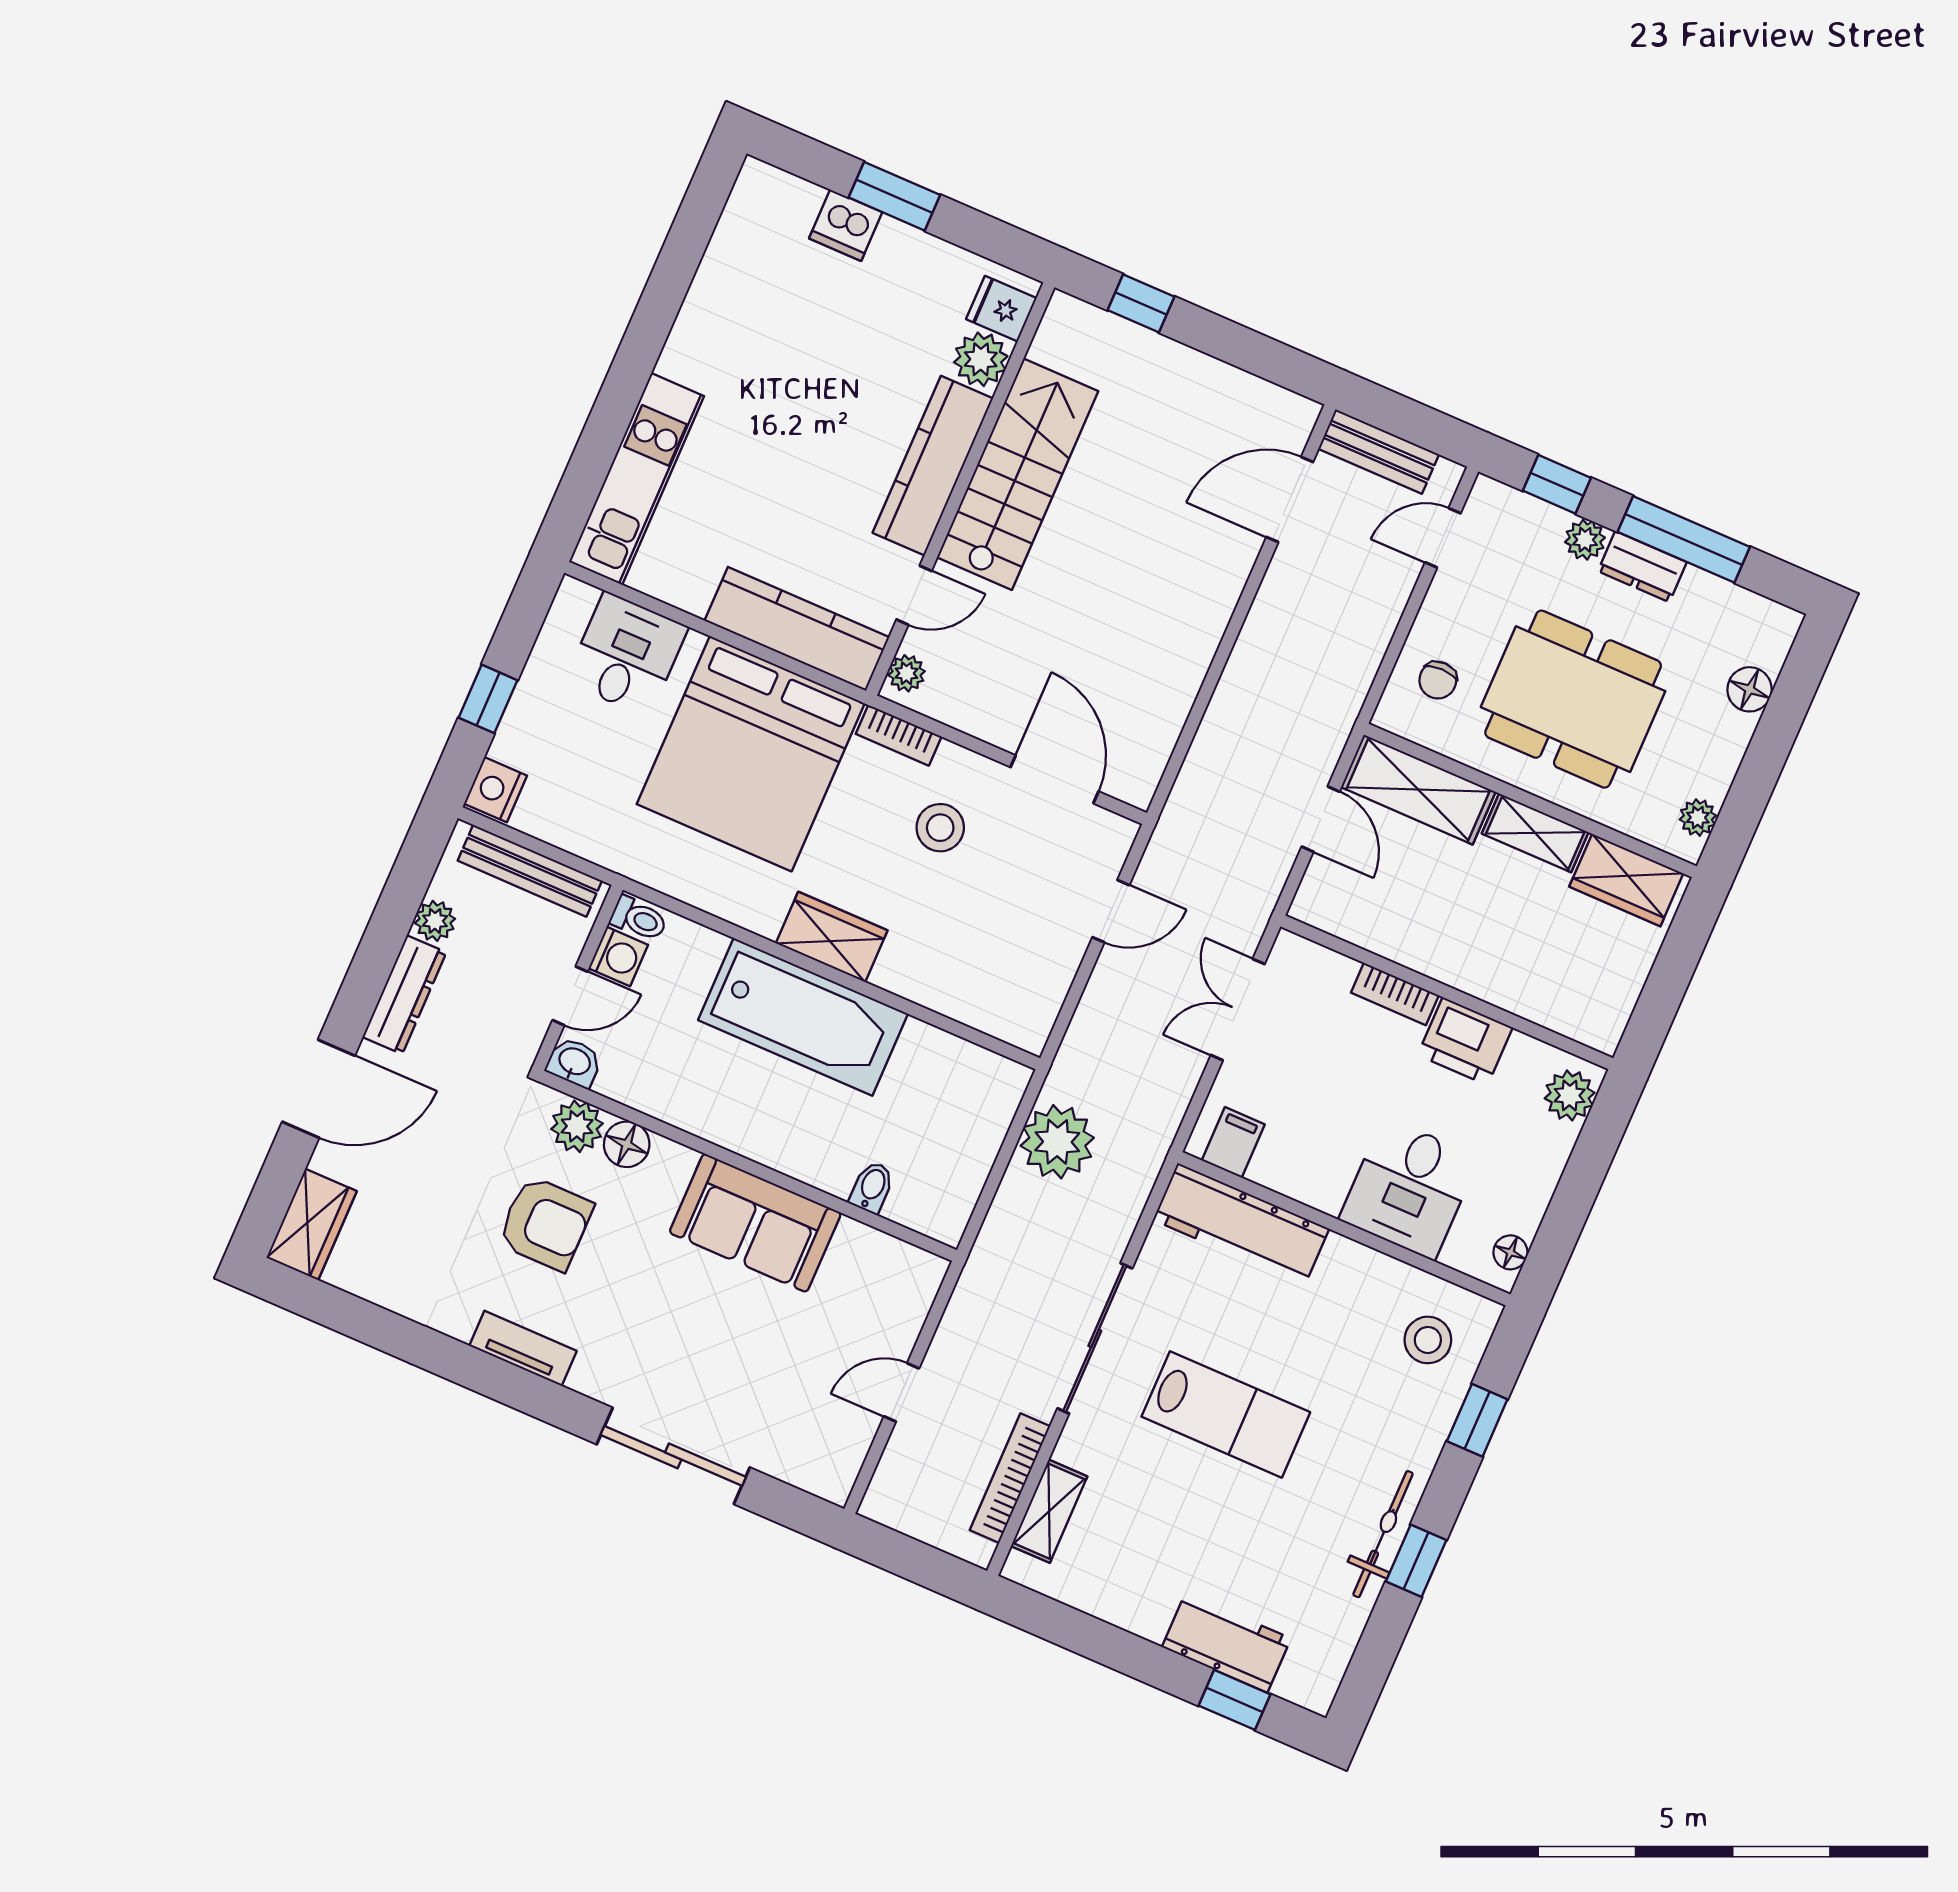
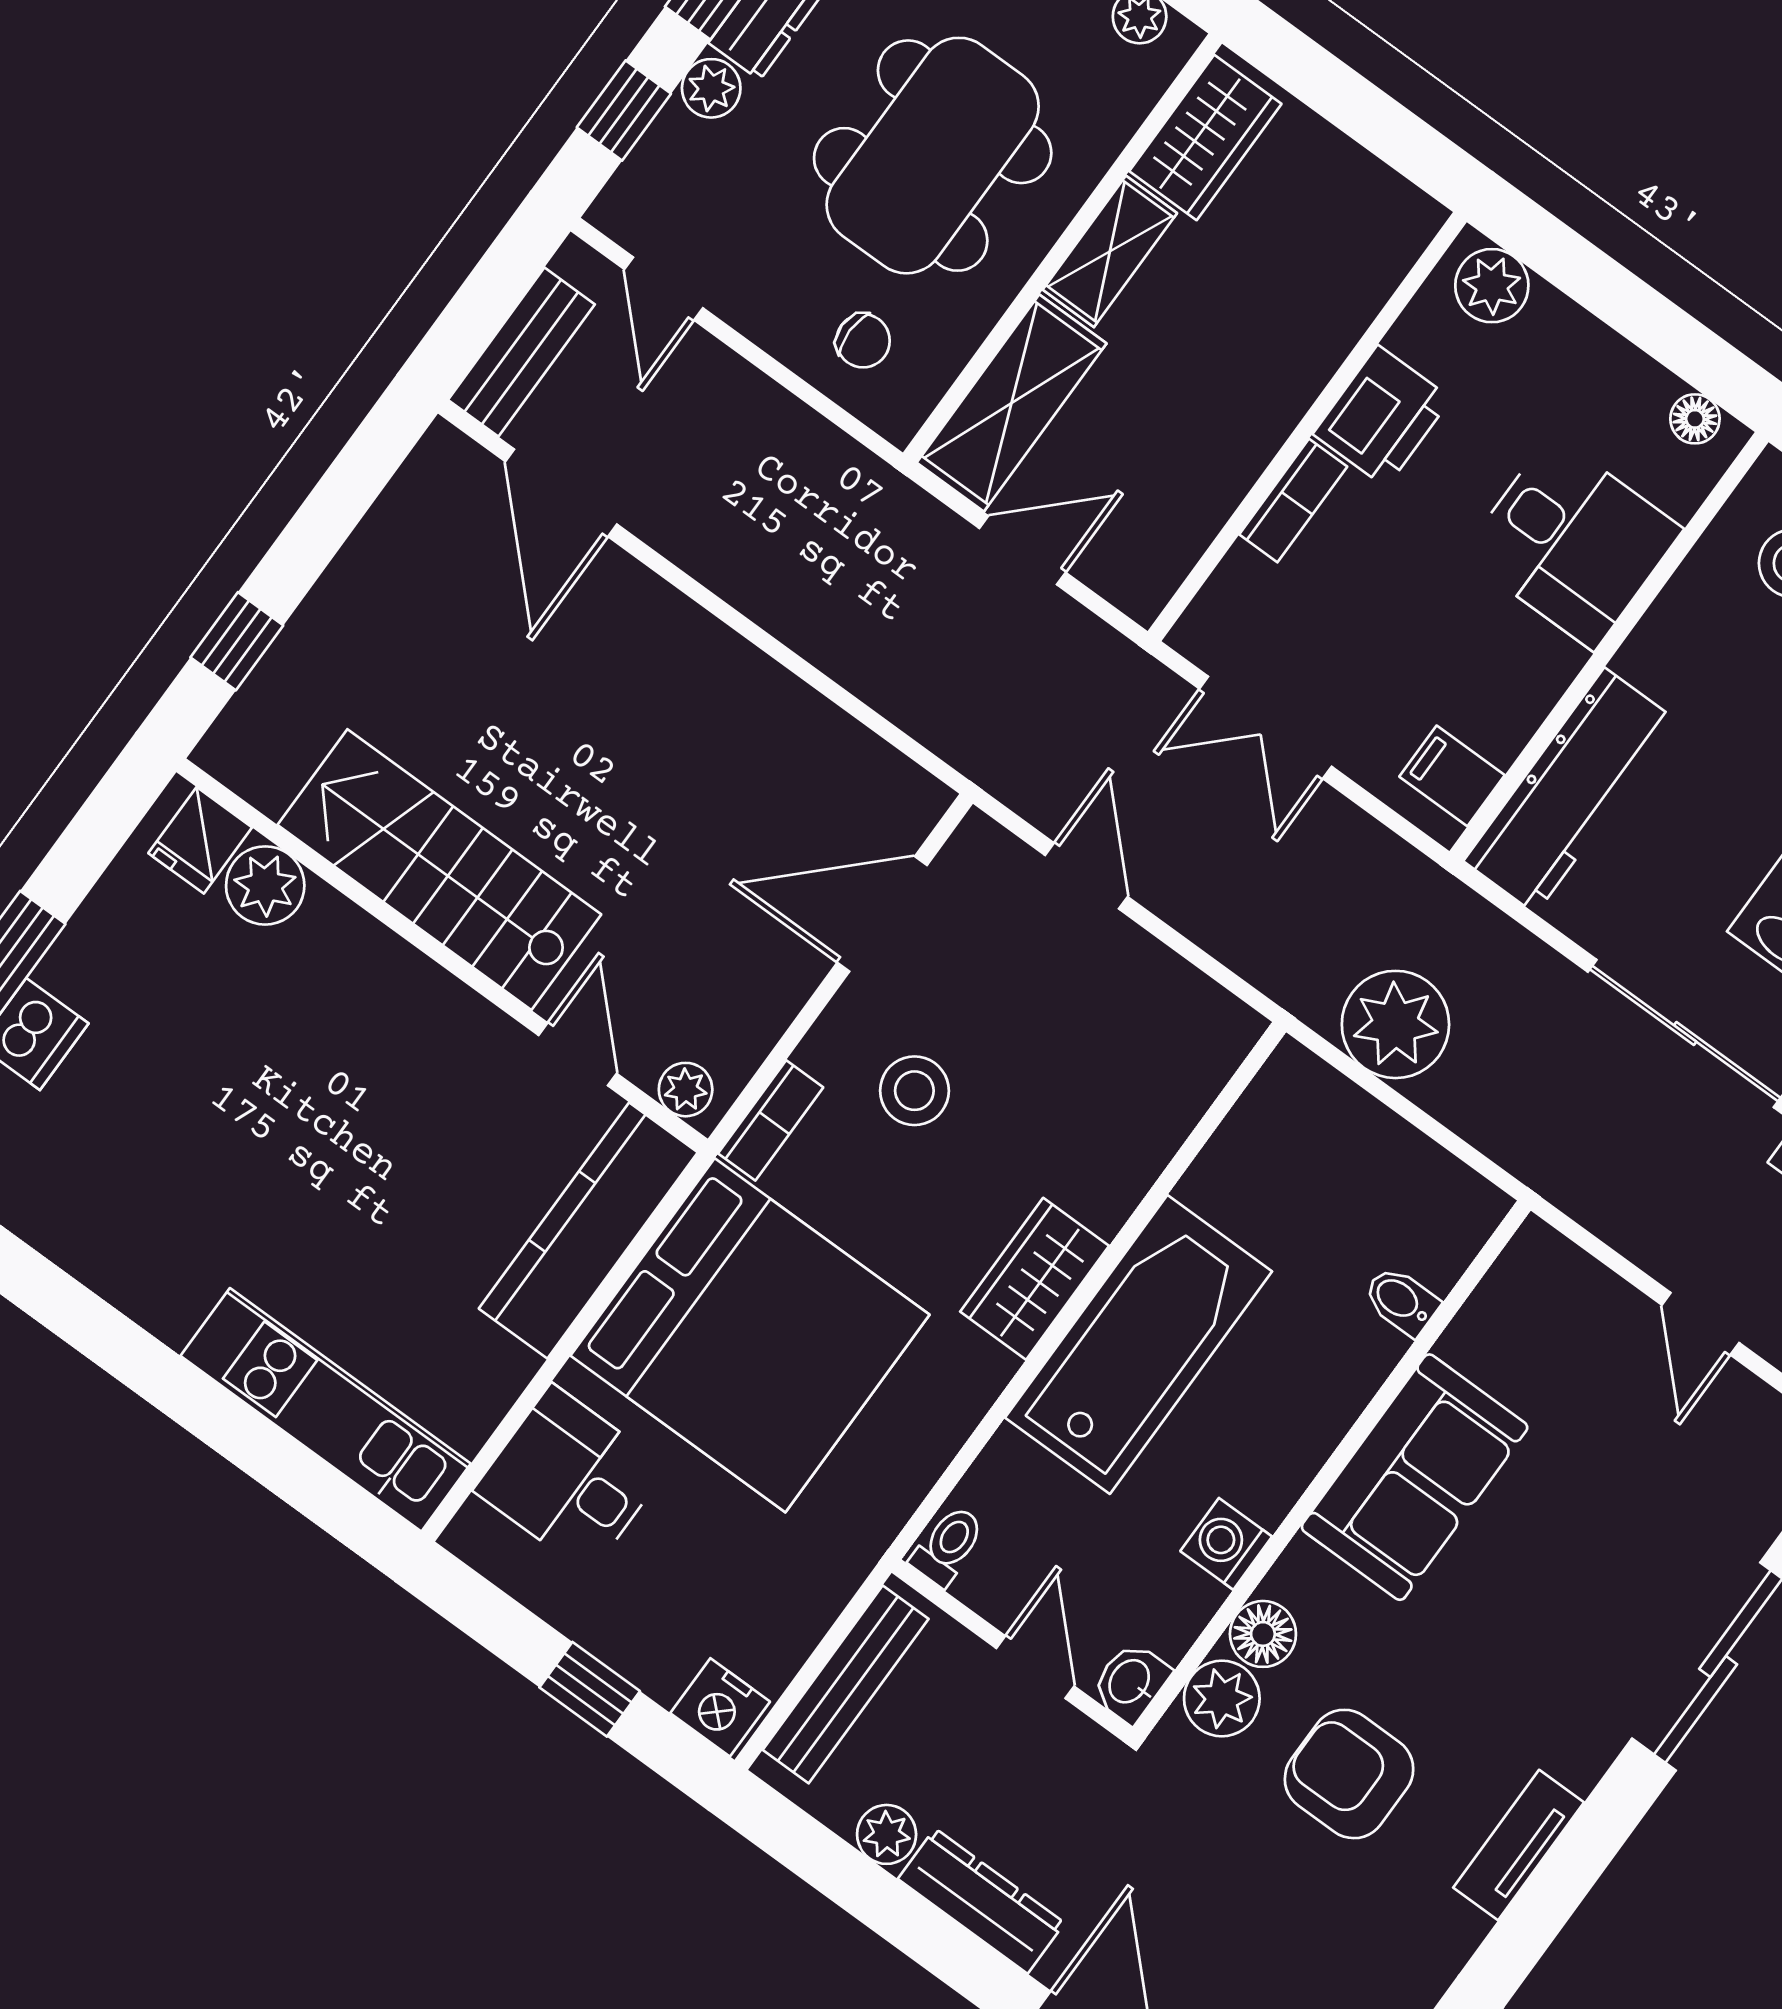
kitchen counter: (933, 466) -> (400, 987), removed
washing machine: (618, 957) -> (1226, 1544), moved, turned -90
armchair: (545, 1223) -> (1349, 1774), turned -90

